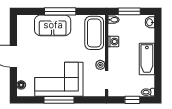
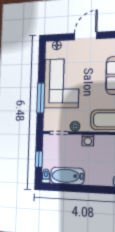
washing machine: (113, 42) -> (88, 140), moved
bathtub: (147, 59) -> (67, 176), moved
window: (59, 100) -> (41, 98), moved

